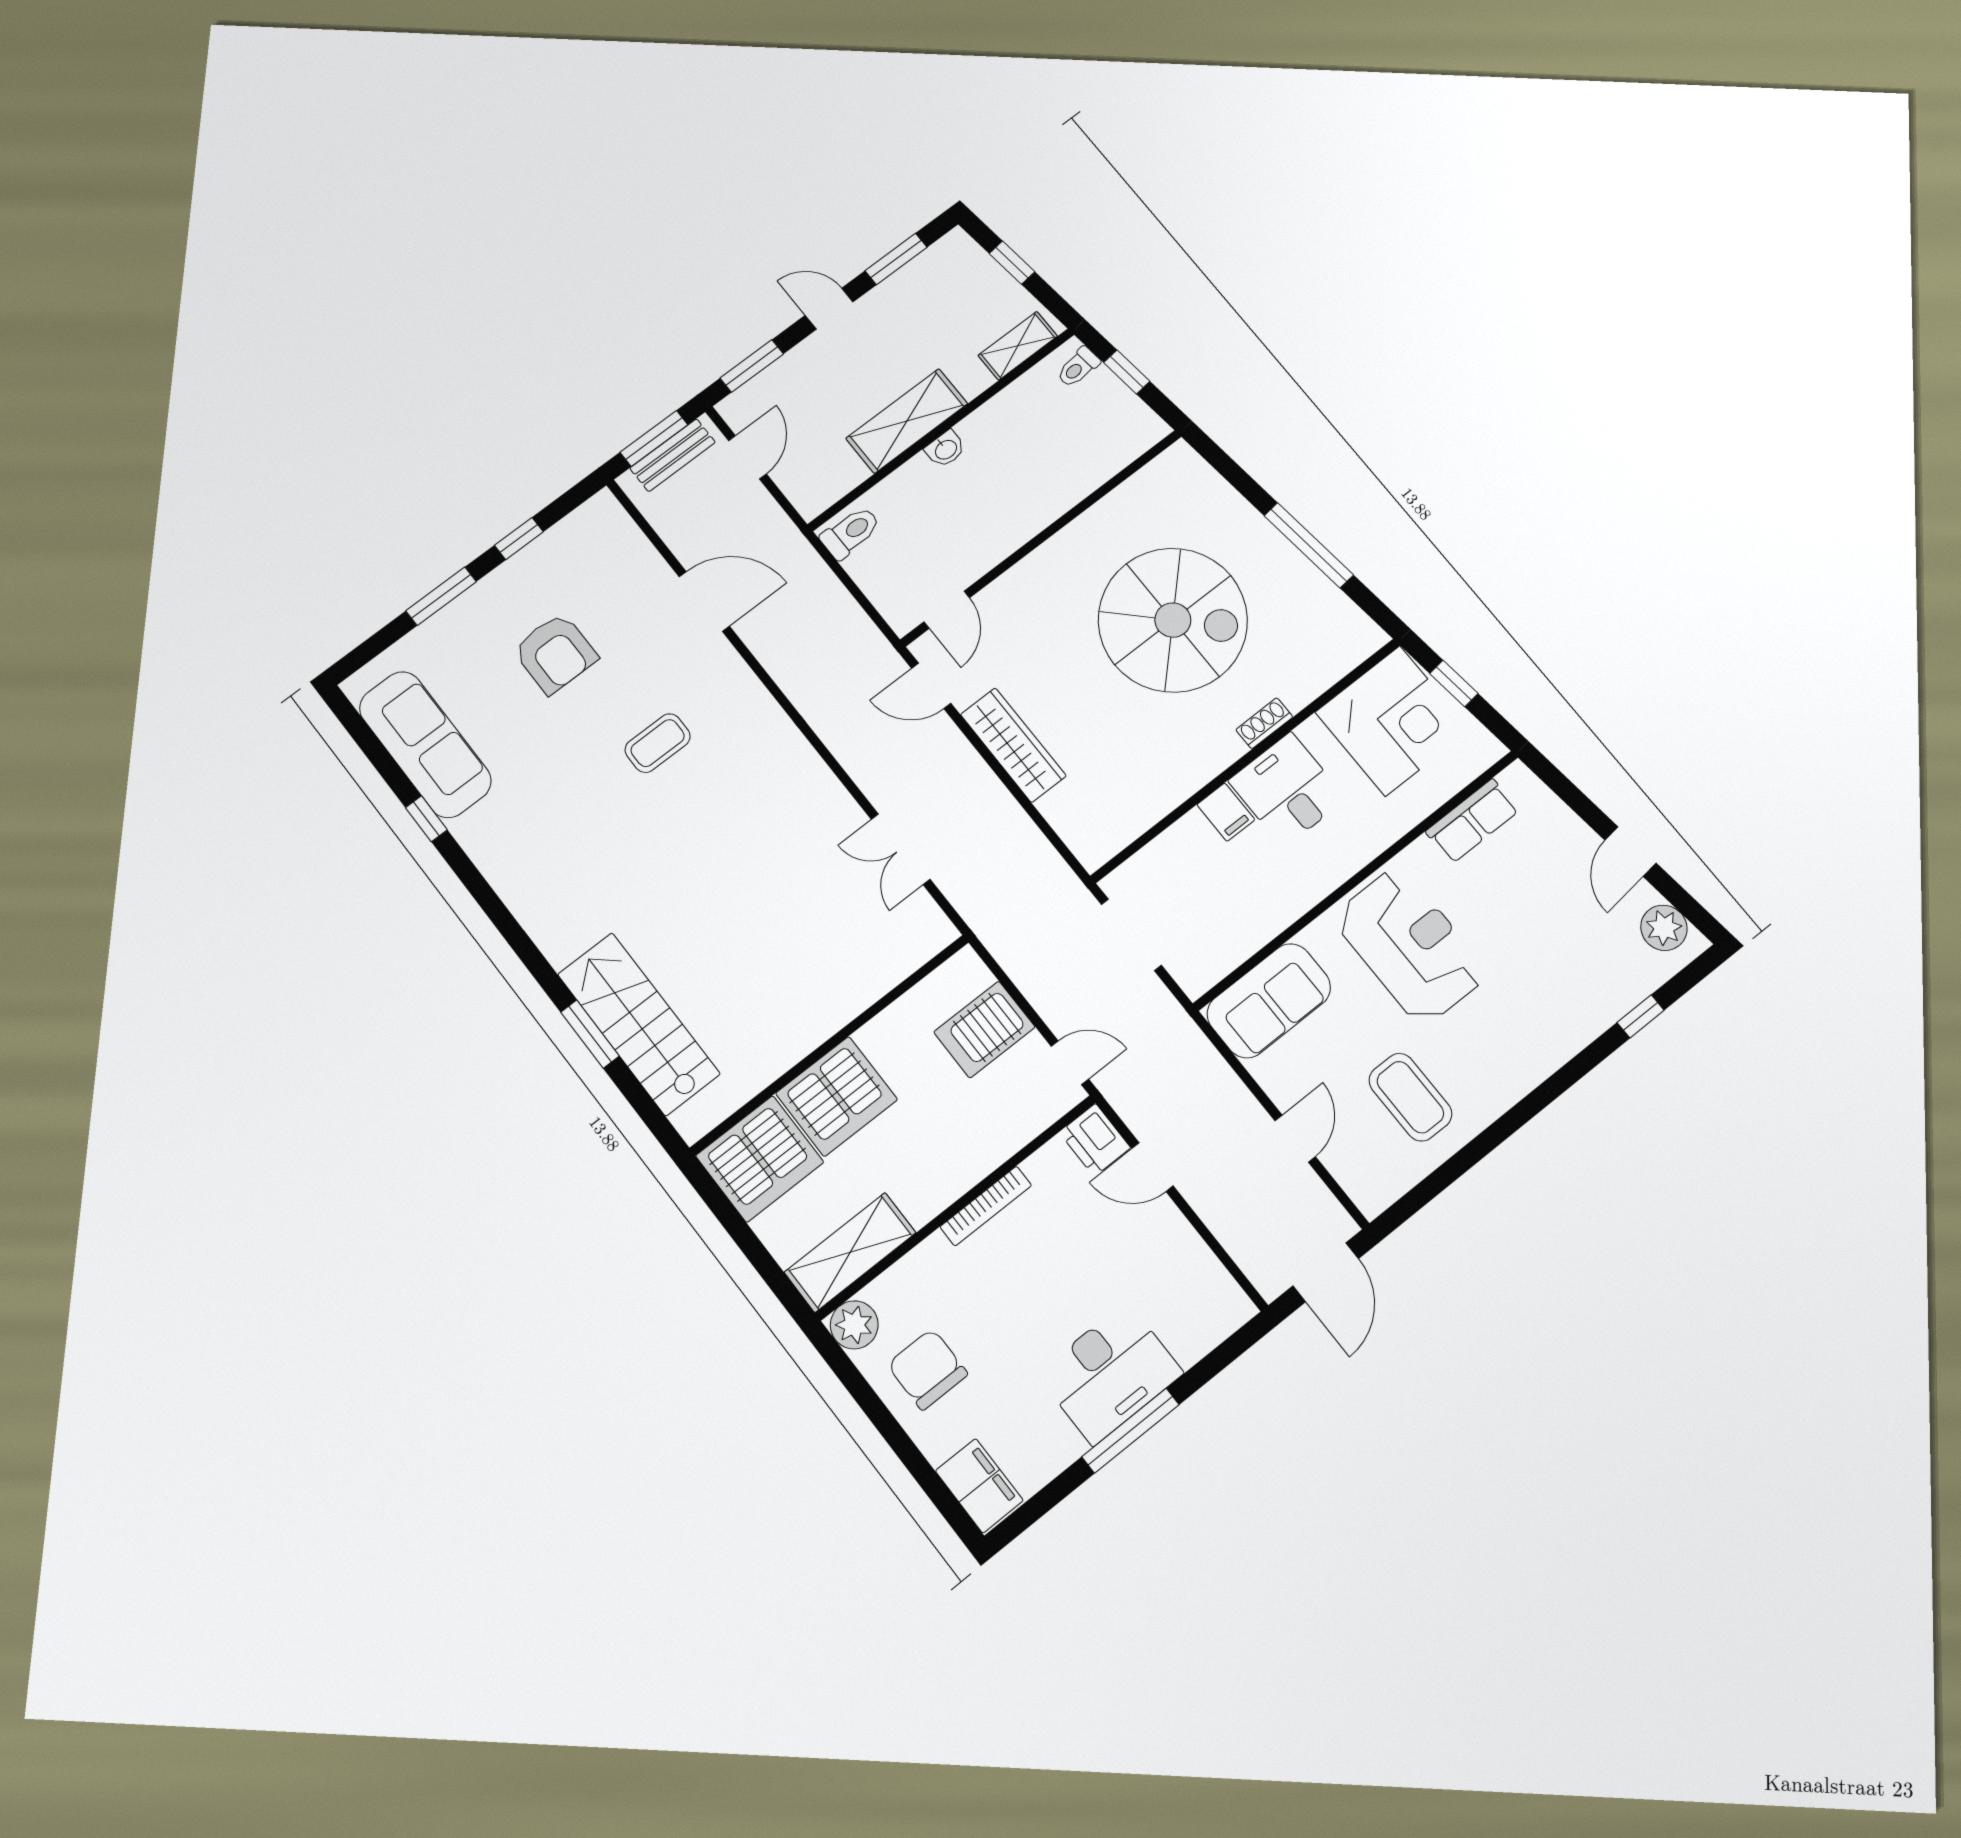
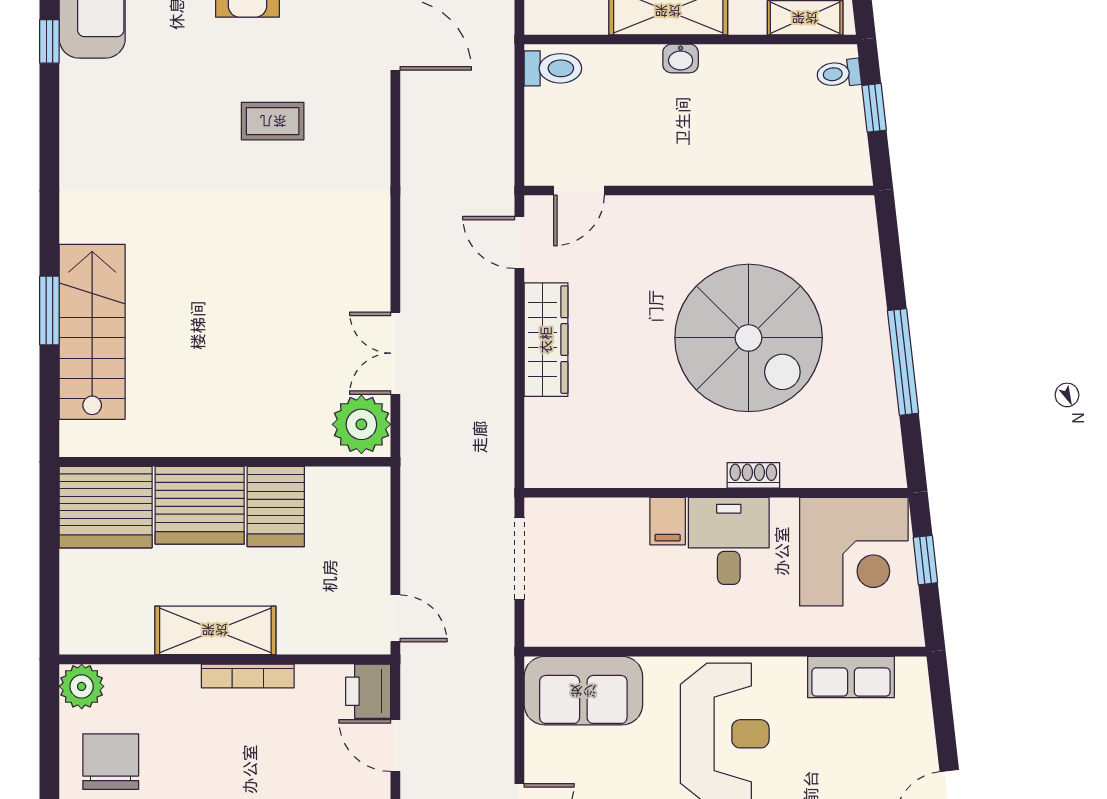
plant: (918, 927) -> (361, 424), added
server rack: (984, 1030) -> (276, 507), moved, turned -90
shelving: (850, 1252) -> (215, 630), moved

